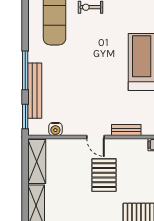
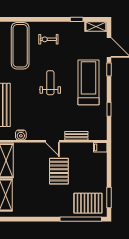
weight bench: (93, 62) -> (50, 83), added

